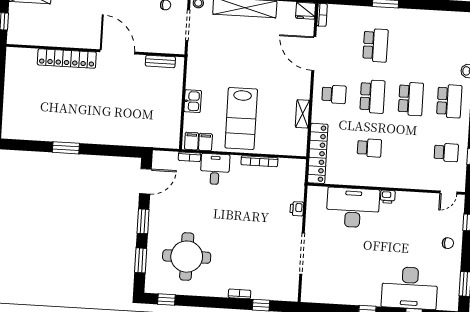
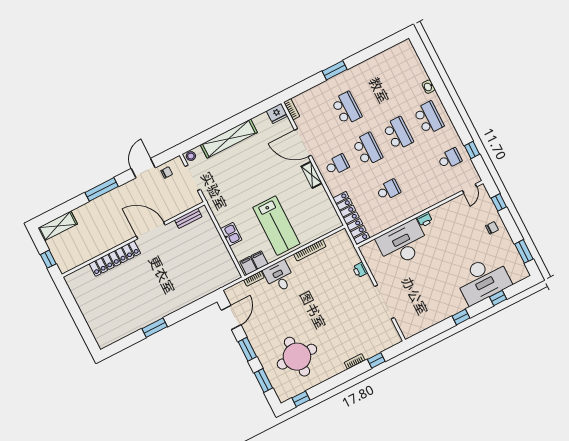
shelving: (303, 114) -> (312, 175), moved

